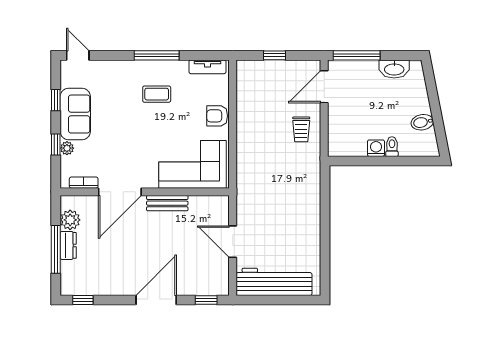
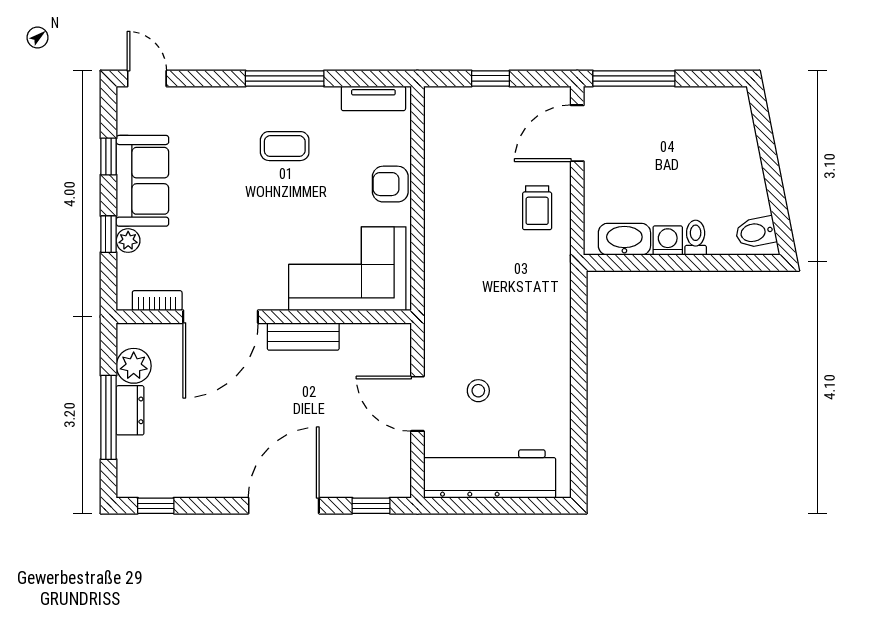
washbasin: (394, 69) -> (624, 239), moved, turned 180
bidet: (422, 122) -> (756, 232), moved
stool: (268, 234) -> (478, 391), added

